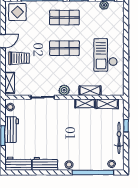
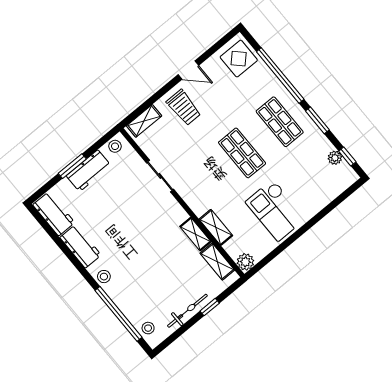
checkout: (106, 55) -> (276, 210), turned -90
plant: (64, 90) -> (245, 262), moved

